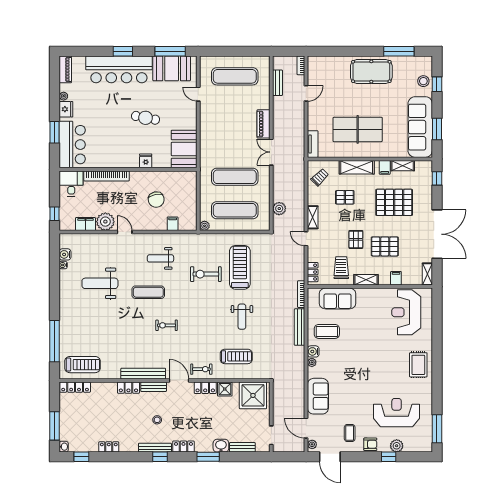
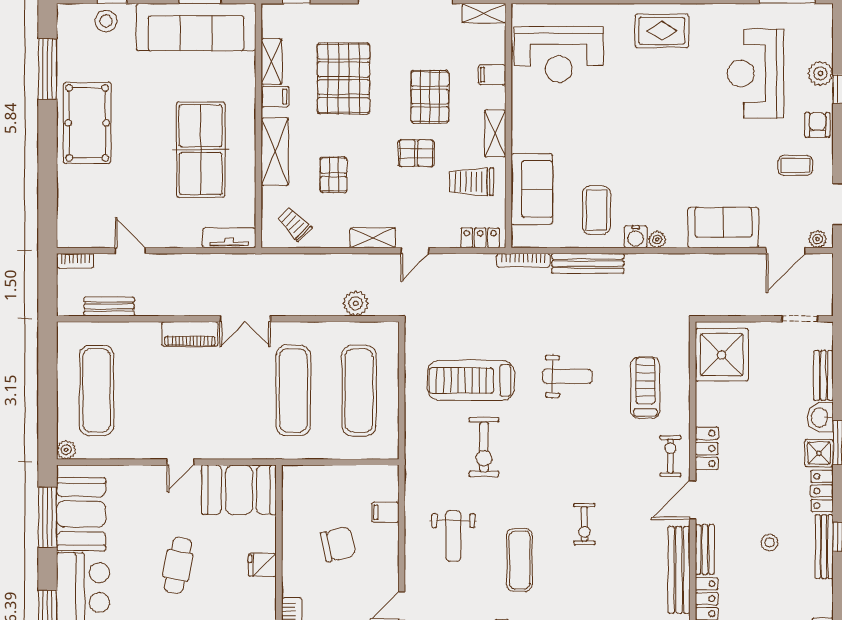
door: (198, 94) -> (180, 462), moved
plant: (204, 226) -> (66, 450), moved
shower: (225, 389) -> (819, 453), moved

